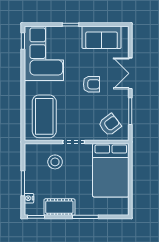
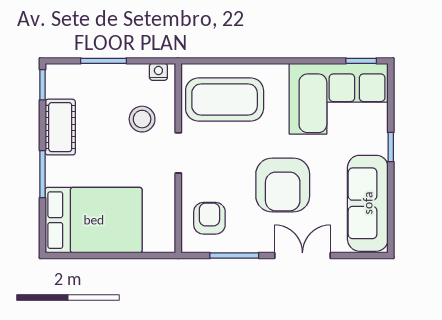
sofa: (102, 37) -> (368, 203), width x1.36
armchair: (91, 84) -> (283, 185), width x1.88, depth x1.88
armchair: (110, 125) -> (209, 218), turned -143
bed: (111, 170) -> (94, 220), moved, turned 180
nightstand: (29, 198) -> (158, 72), moved

